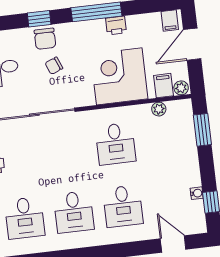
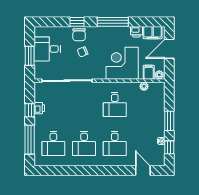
filing cabinet: (170, 21) -> (153, 33), width x2.00
printer: (116, 25) -> (136, 32), moved
window: (202, 130) -> (169, 121), moved

